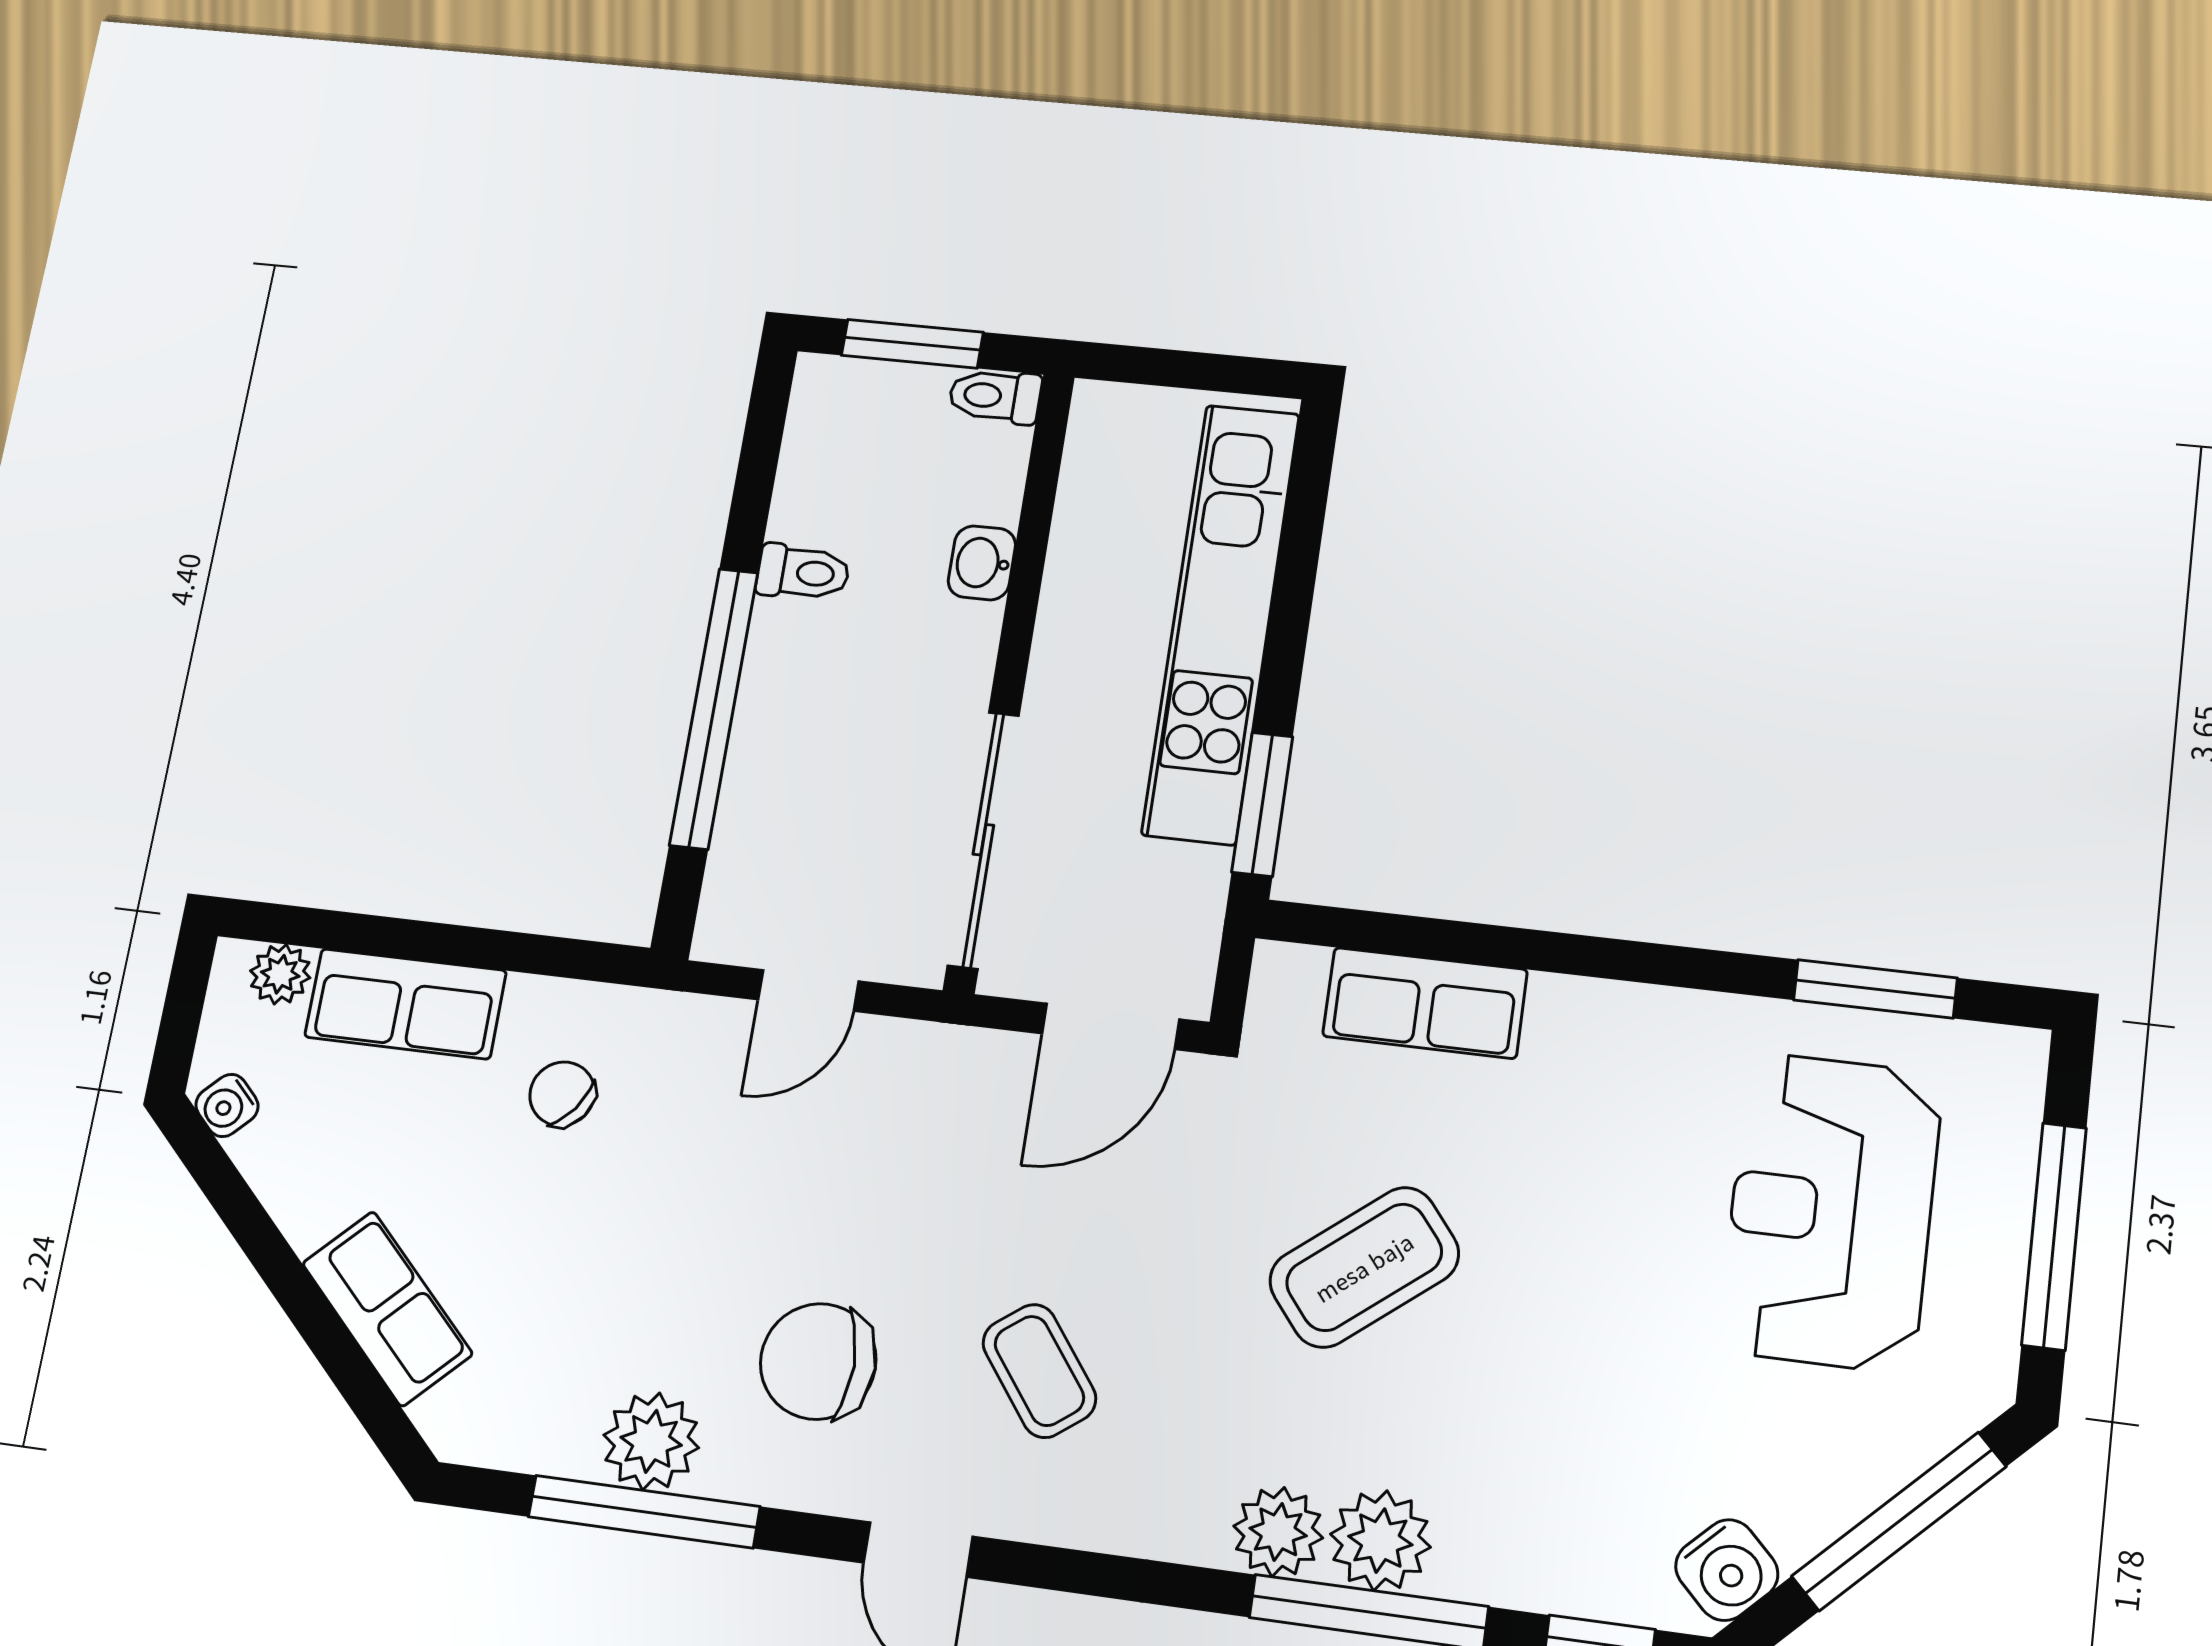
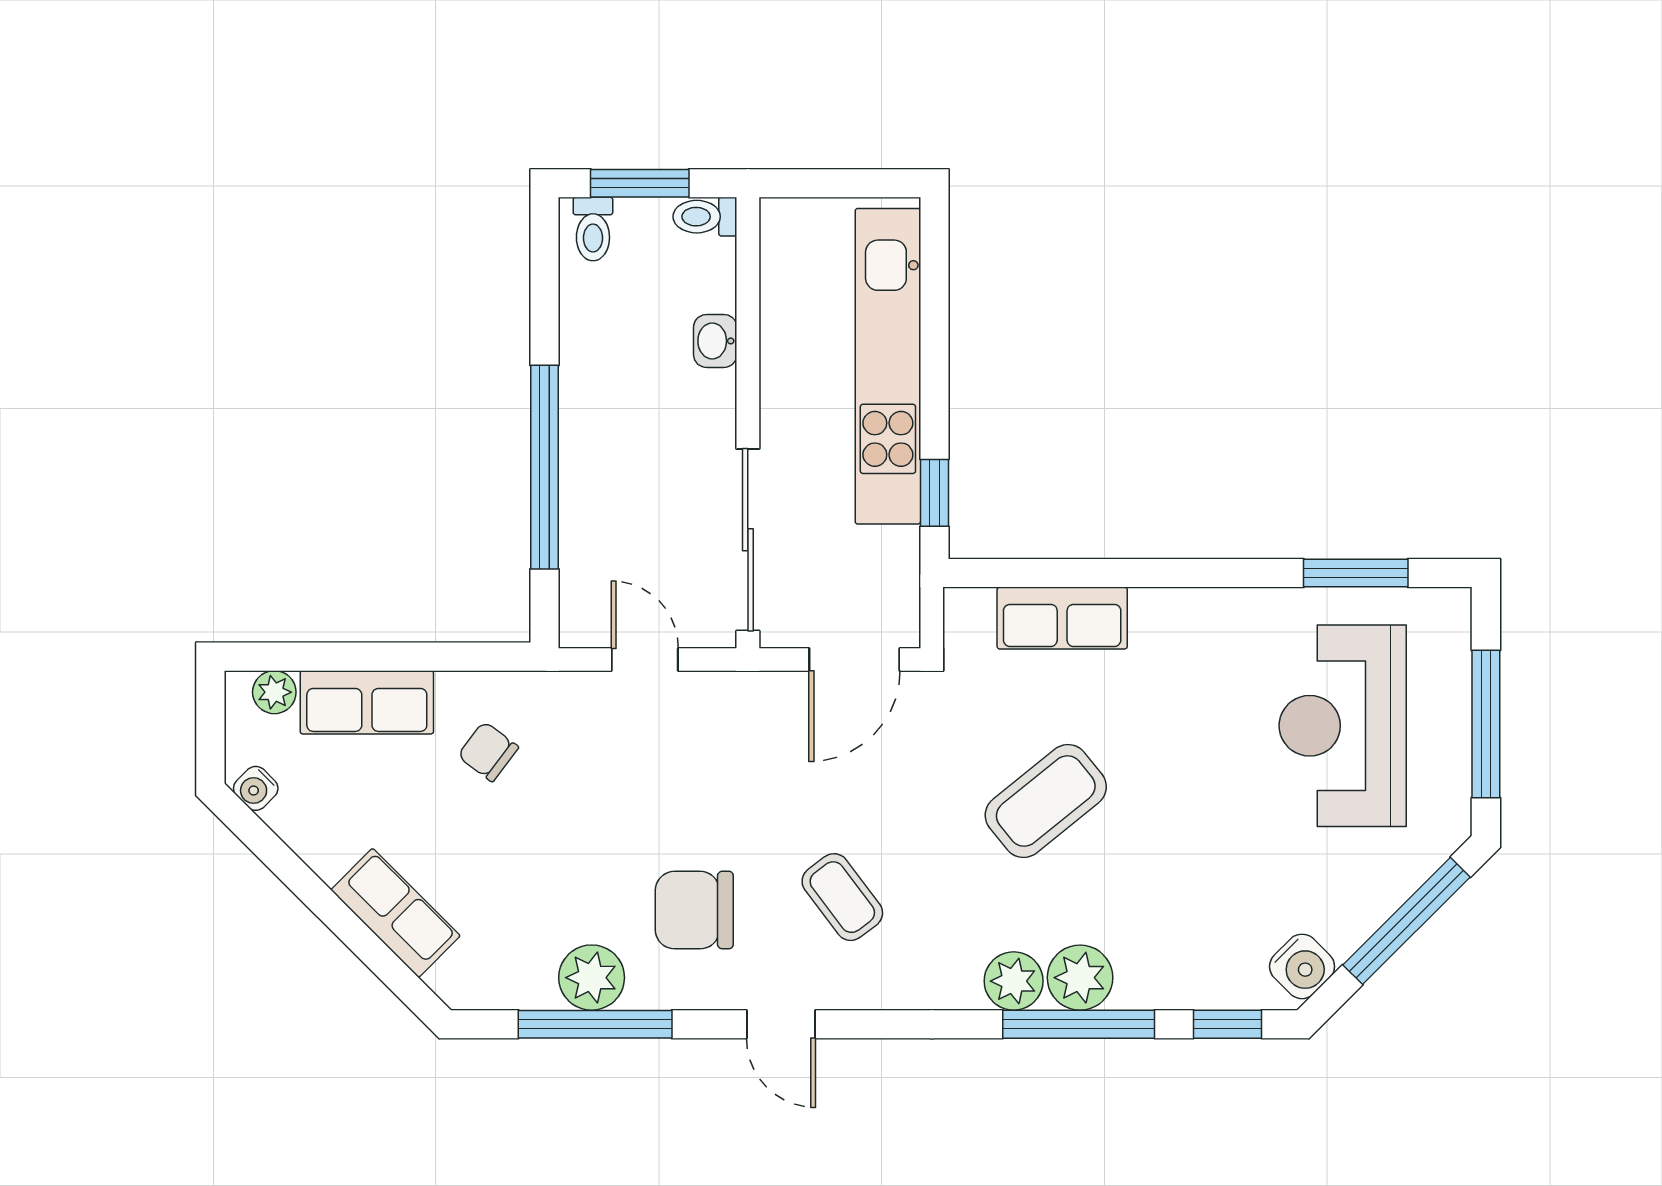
toilet: (803, 572) -> (593, 229), moved, turned 90
window: (1262, 804) -> (934, 493), width x0.67
door: (808, 990) -> (645, 659), swing flipped

